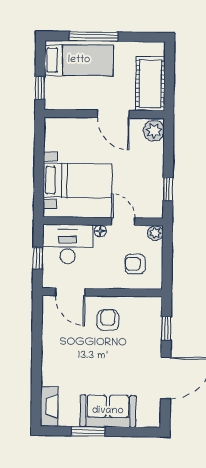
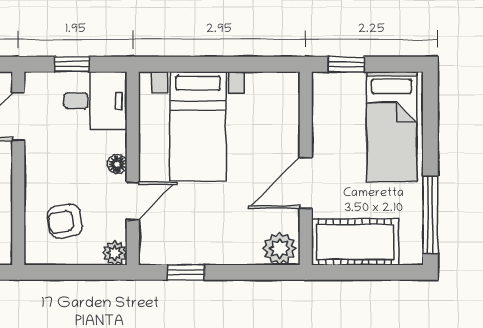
window: (93, 36) -> (430, 215), moved
desk: (68, 244) -> (95, 101), width x0.73
armchair: (135, 264) -> (65, 221), turned -100

